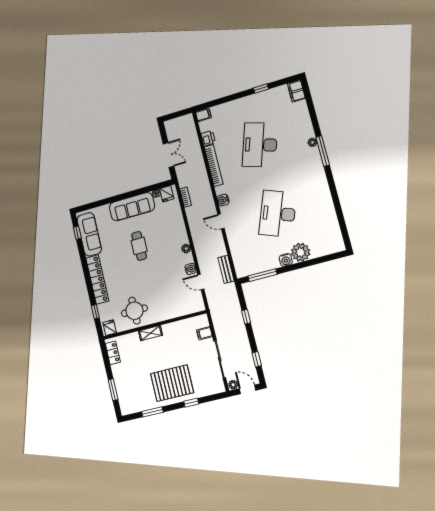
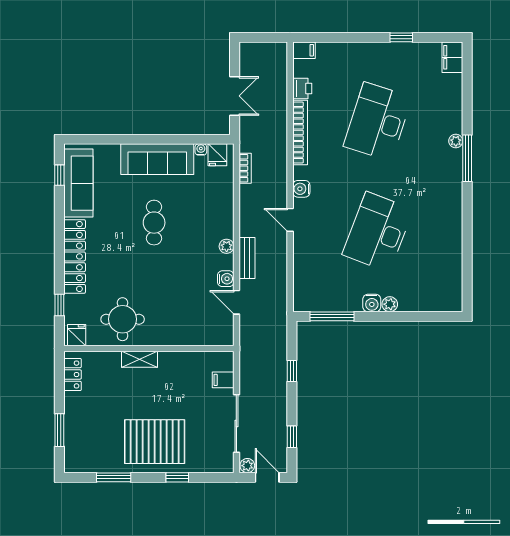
plant: (301, 252) -> (390, 304), width x0.53, depth x0.53
bench: (226, 269) -> (247, 258), moved

